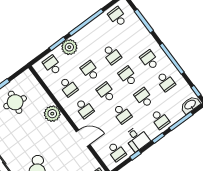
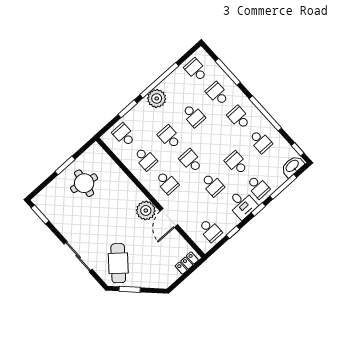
plant: (69, 47) -> (157, 98), moved
school desk: (128, 76) -> (217, 94), moved
plant: (52, 114) -> (146, 210), moved
door: (83, 138) -> (169, 218), swing flipped
desk: (137, 139) -> (242, 204), moved

